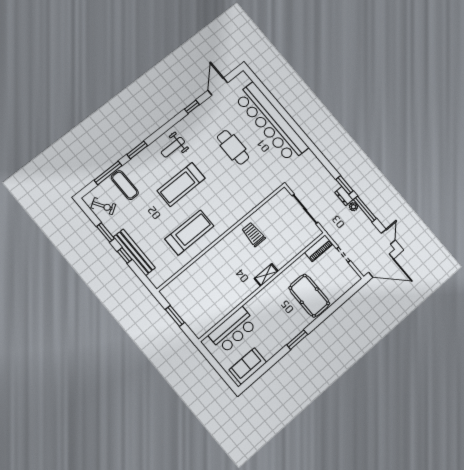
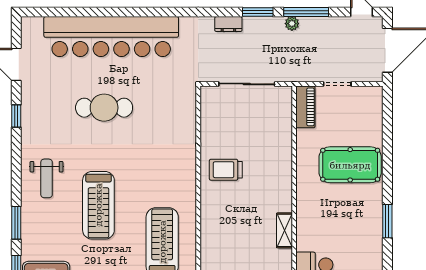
dresser: (344, 196) -> (228, 24), moved
shelving: (266, 275) -> (285, 230), moved

